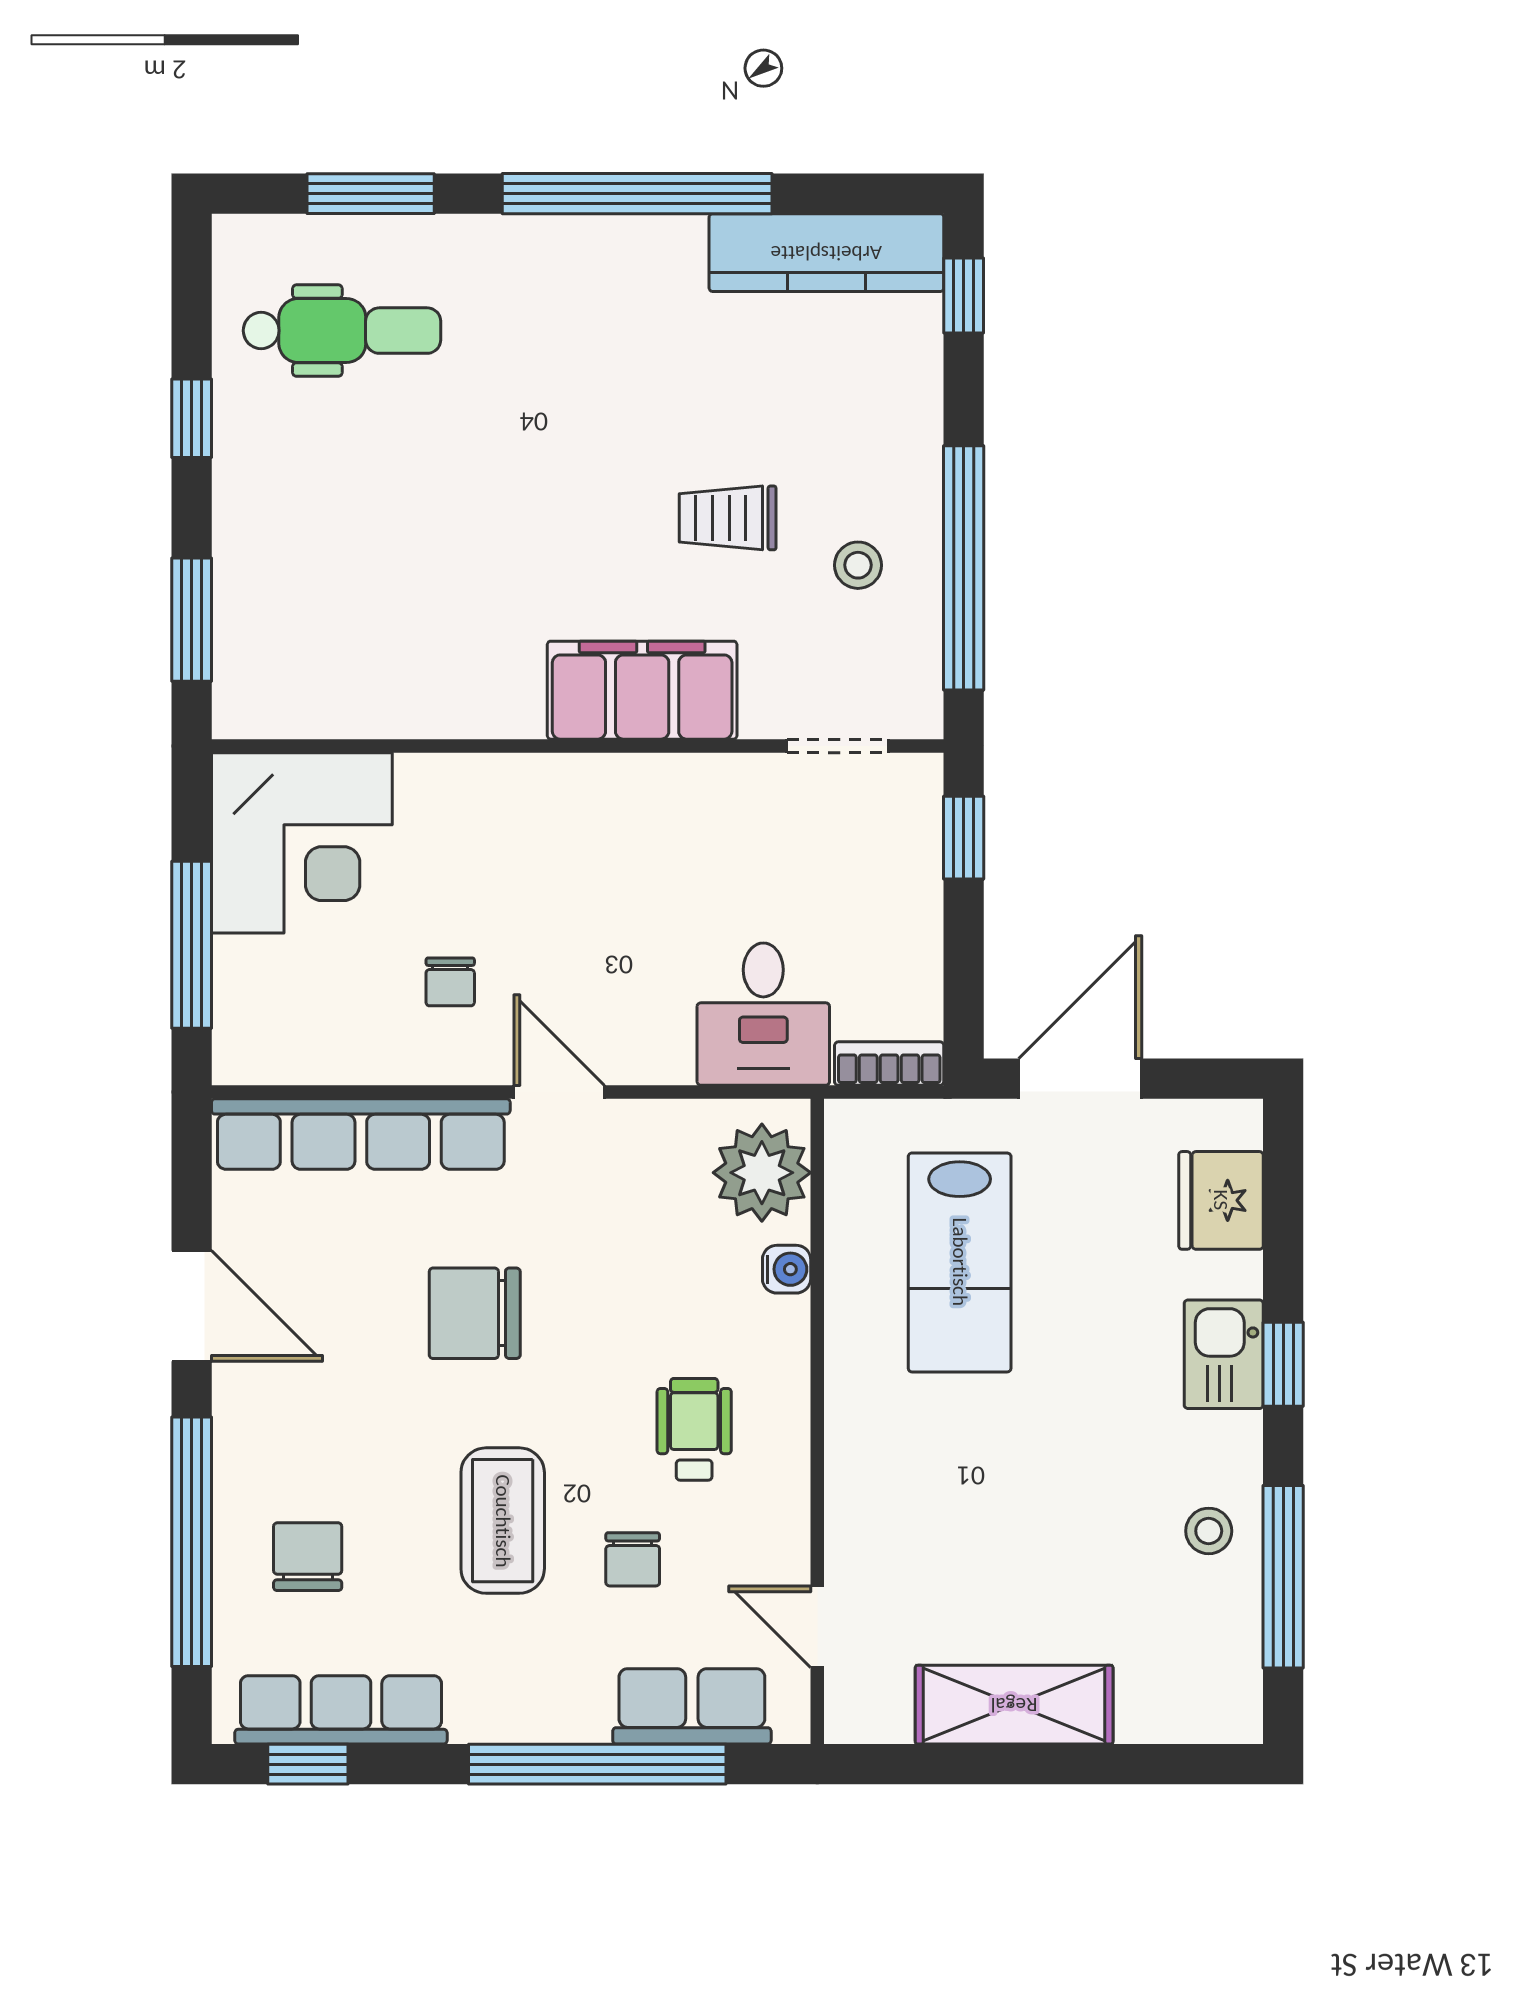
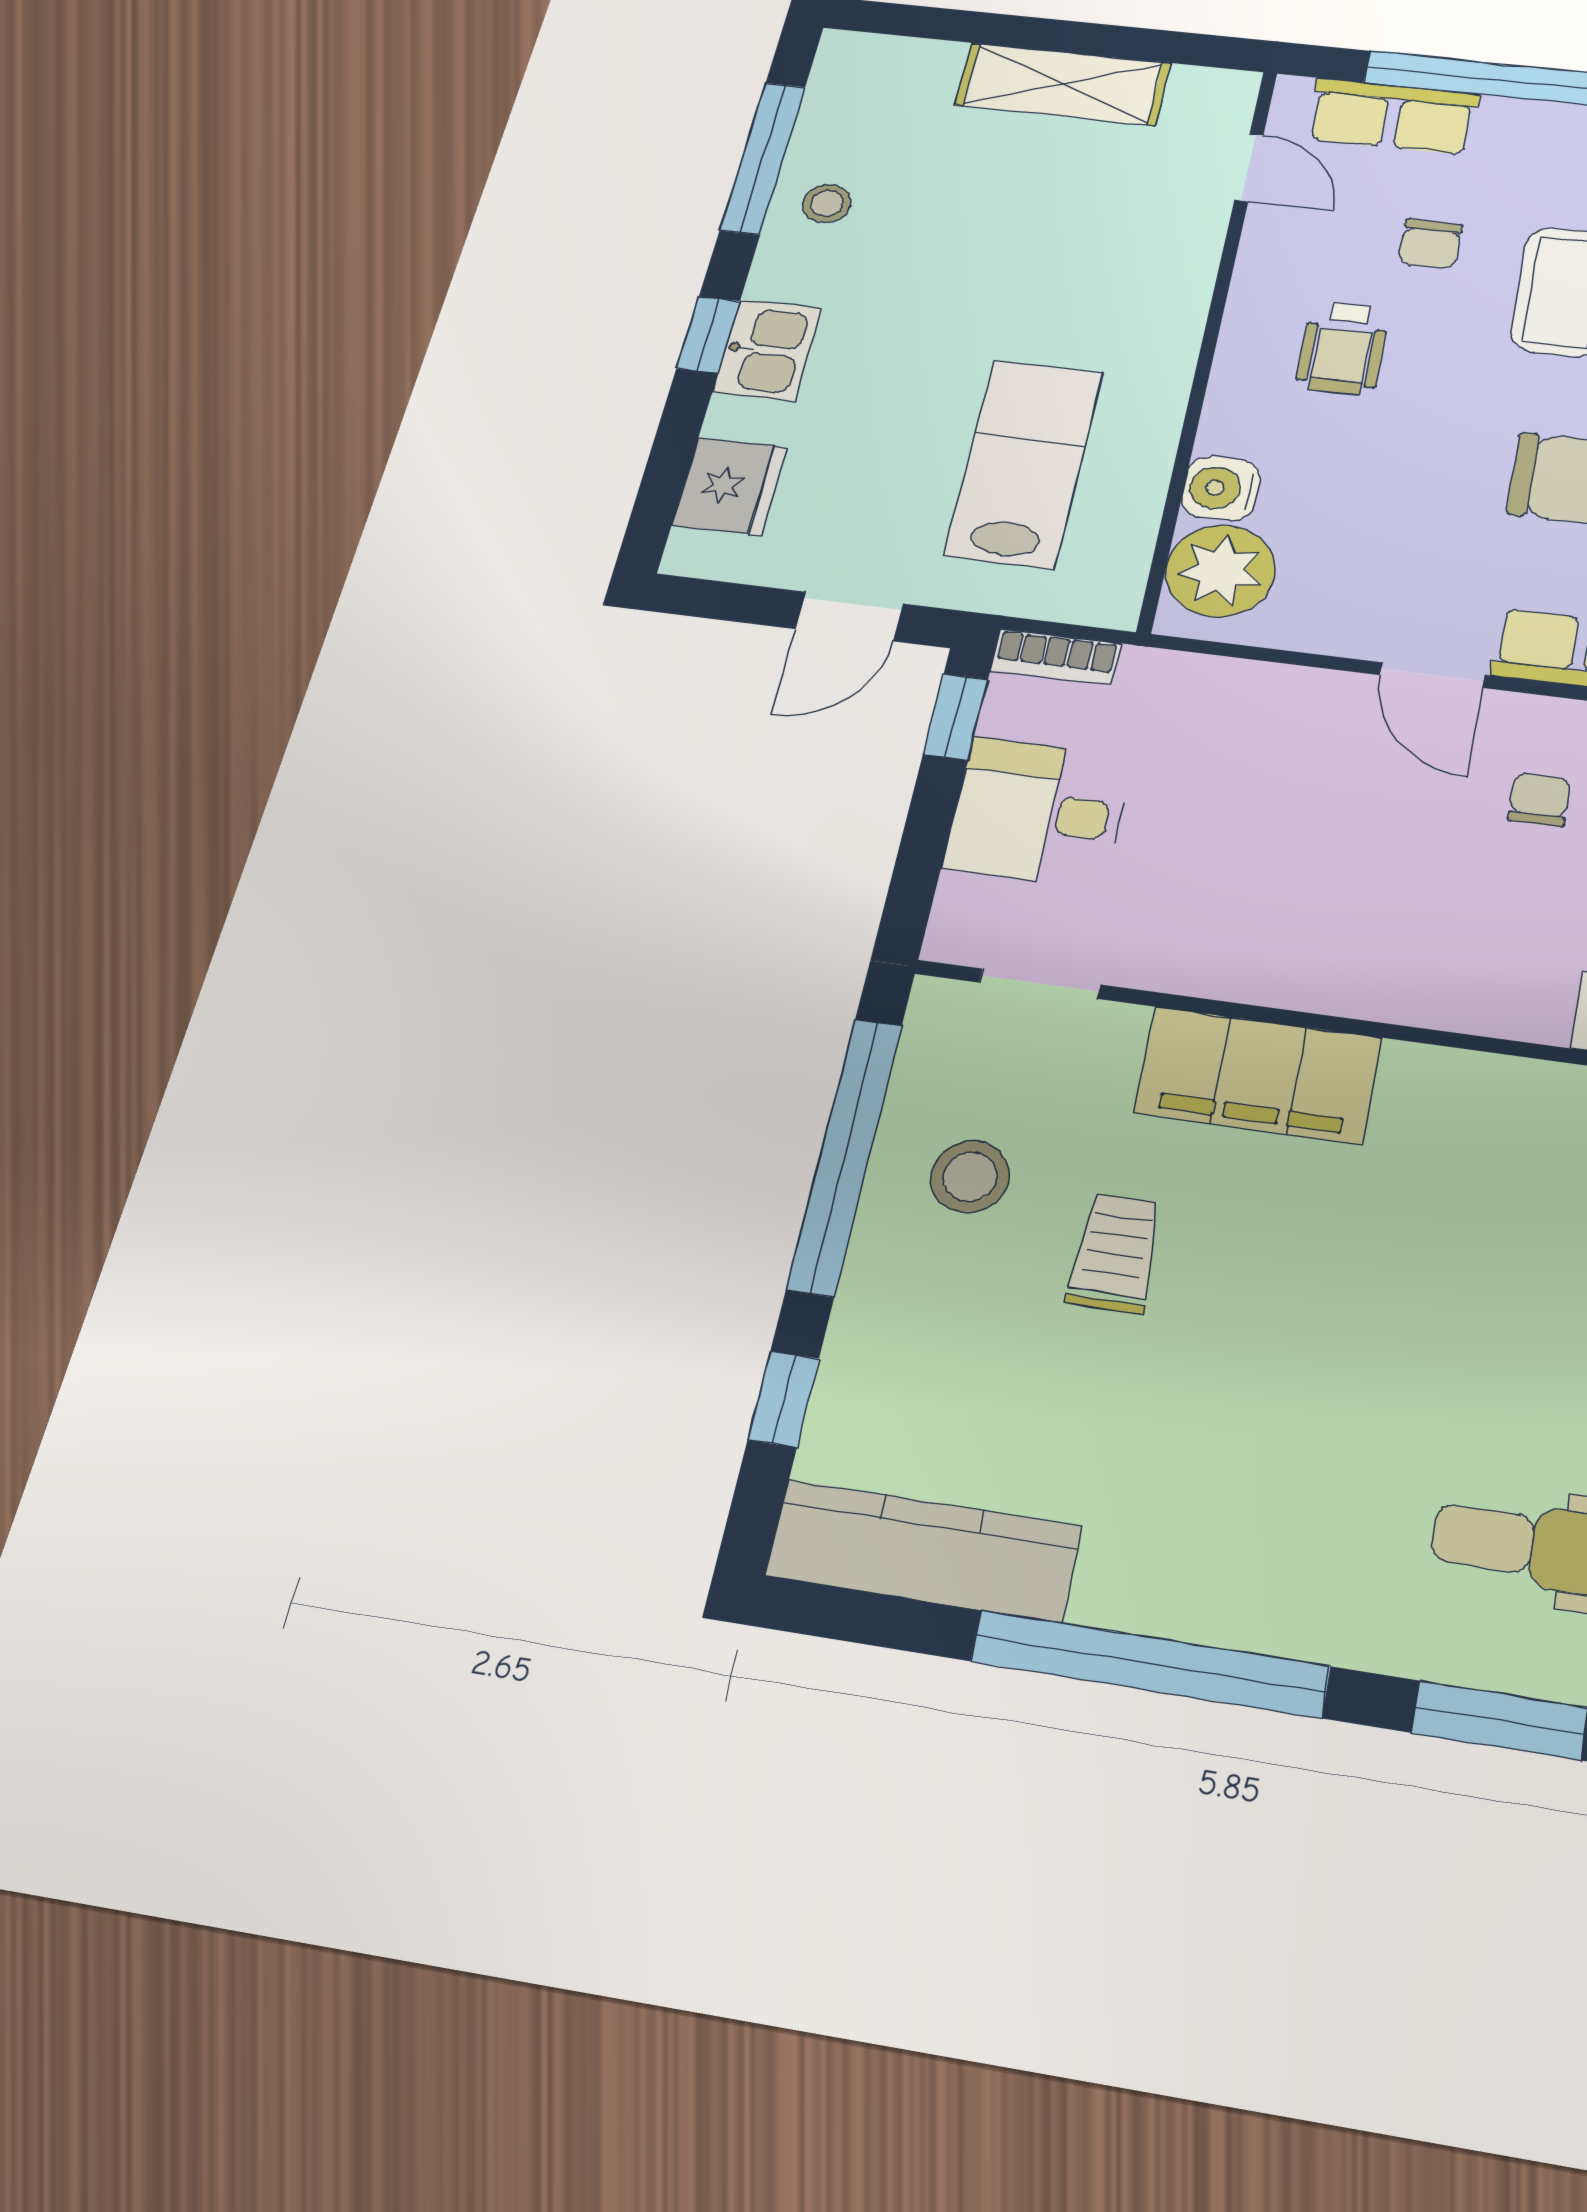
window: (964, 295) -> (783, 1399), moved
trolley: (728, 518) -> (1116, 1253), turned -90
stool: (858, 565) -> (970, 1177), width x1.37, depth x1.37
window: (964, 838) -> (956, 717), moved
desk: (763, 1014) -> (1038, 812), moved, turned -90
door: (1080, 1079) -> (849, 616), width x0.73
water cooler: (787, 1269) -> (1221, 488), width x1.38, depth x1.38
chair: (633, 1559) -> (1430, 244), turned 180

